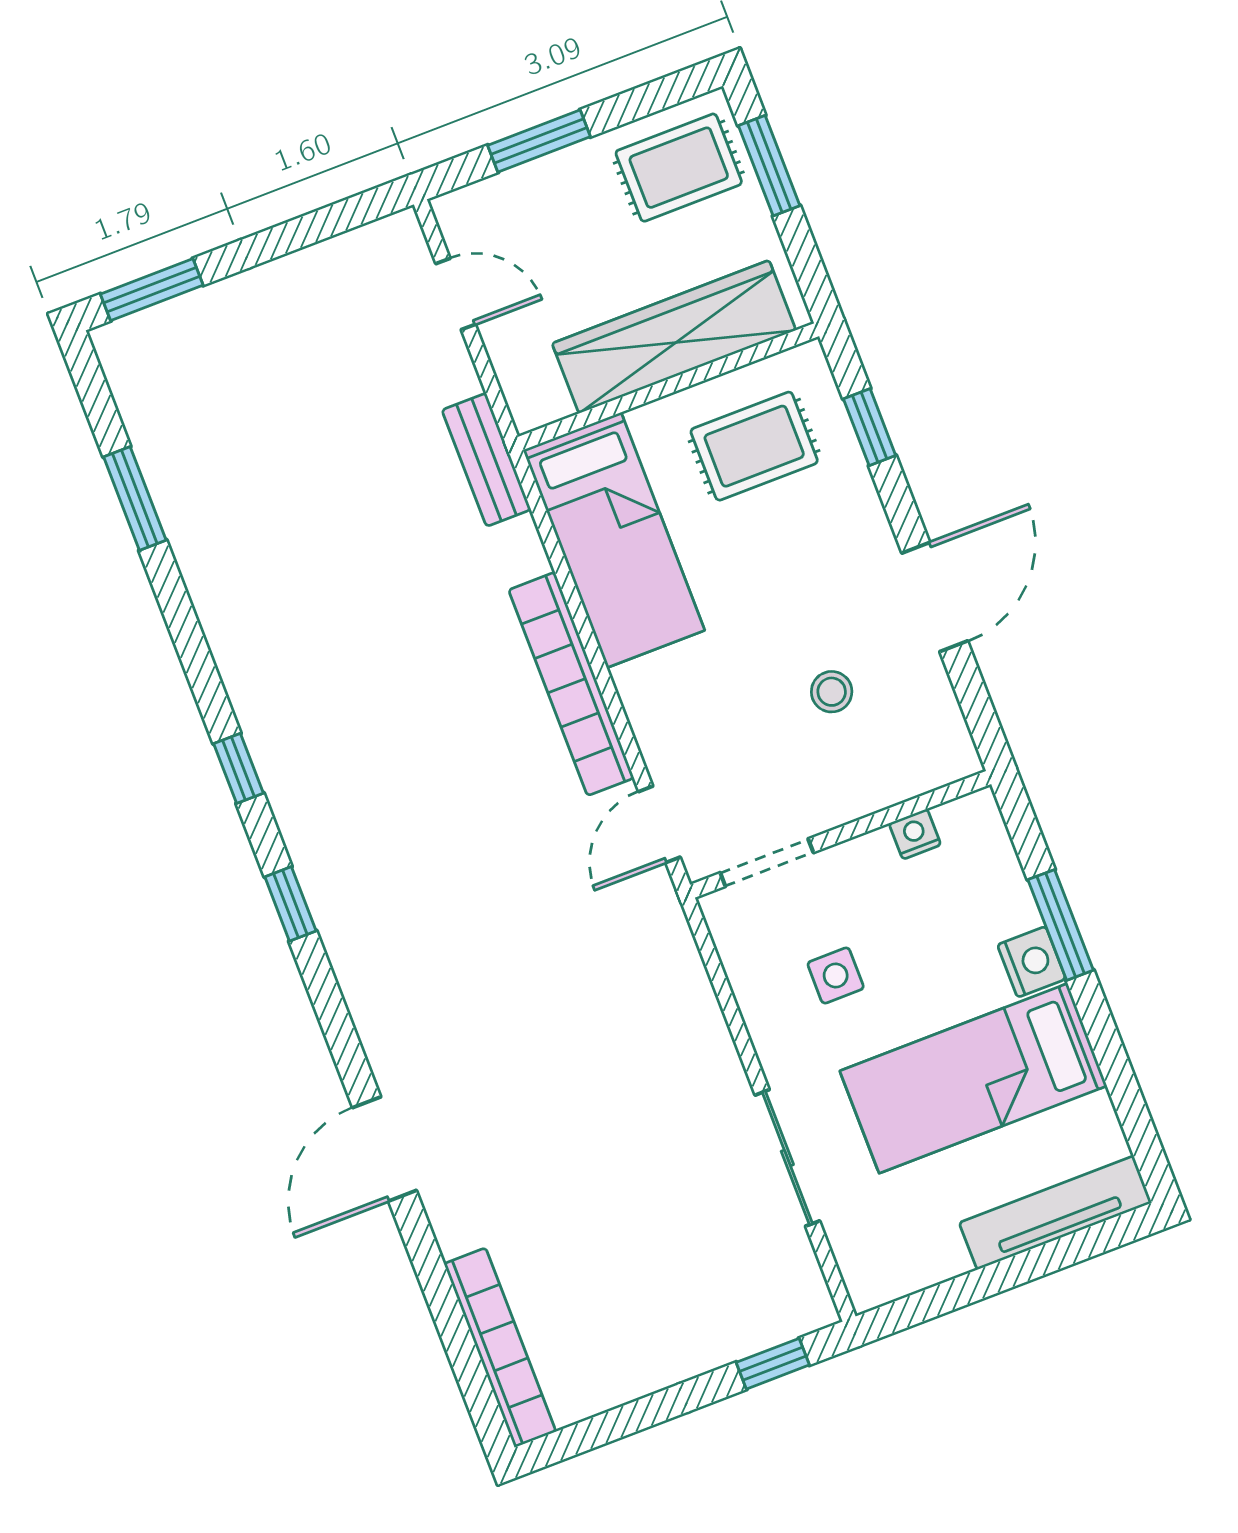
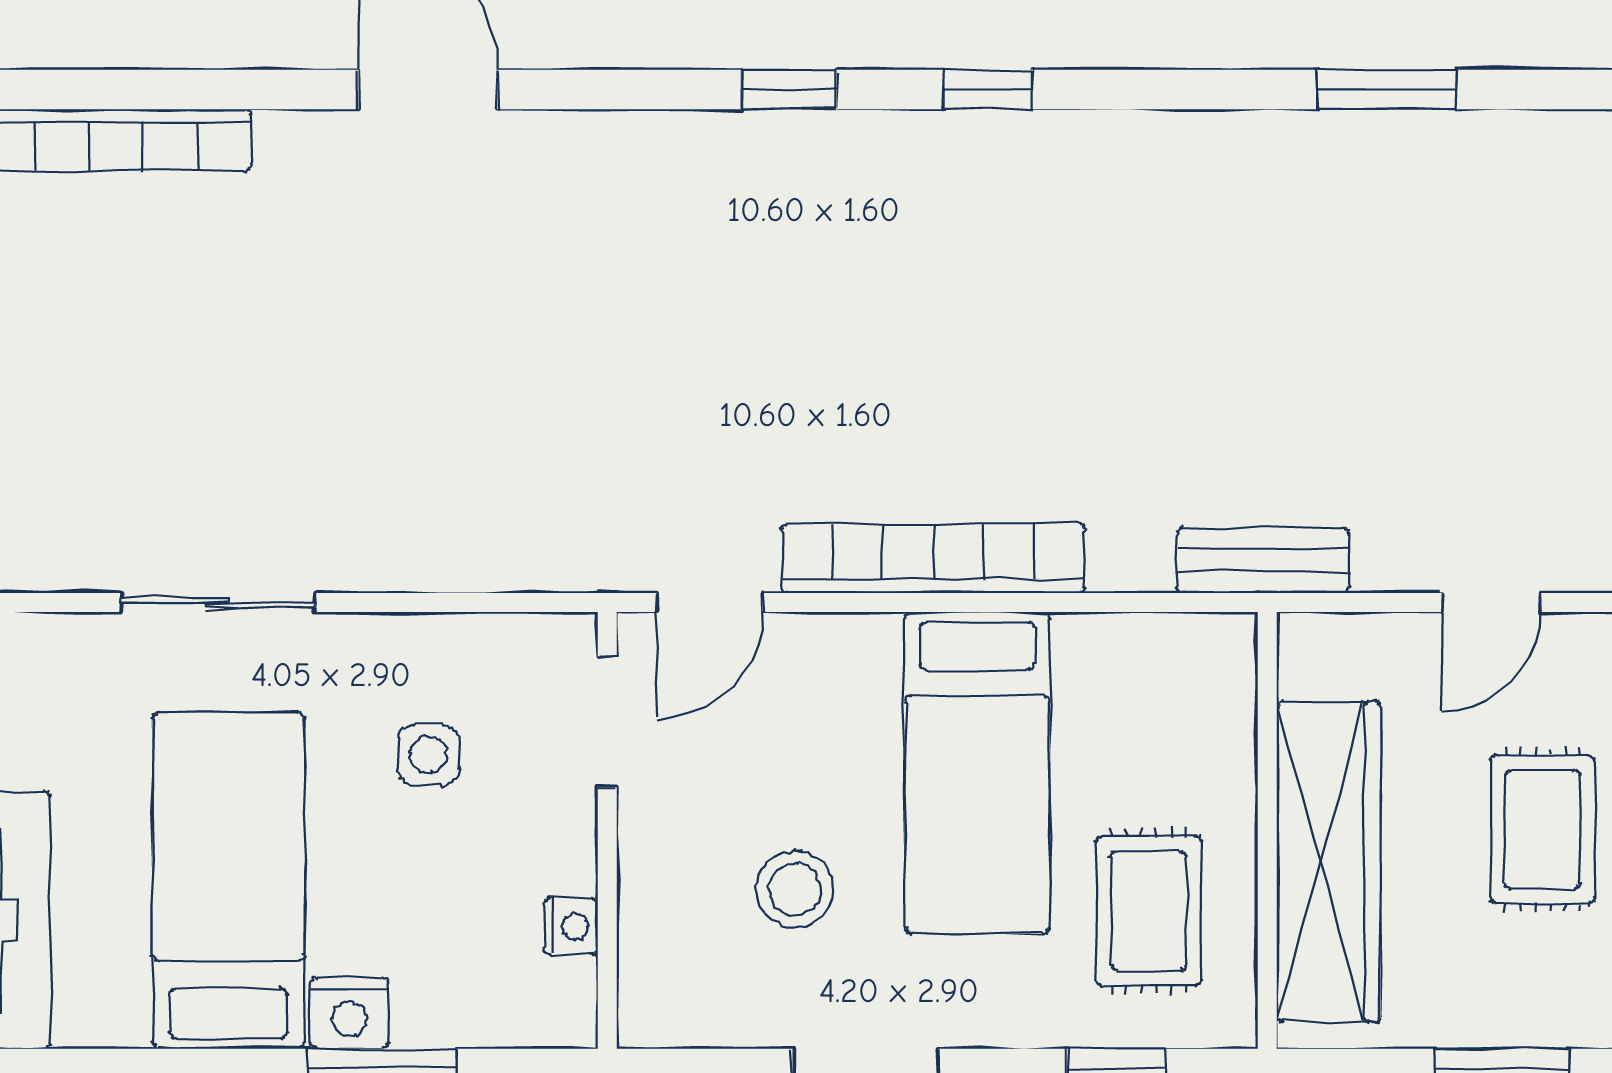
rug: (679, 168) -> (1543, 830), moved
bed: (614, 540) -> (977, 773), moved, turned -90
stool: (832, 692) -> (795, 889), width x1.37, depth x1.37
door: (659, 824) -> (710, 603), swing flipped

